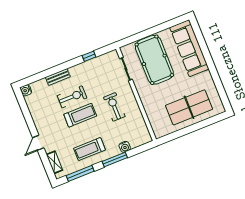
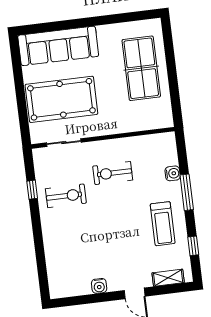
bench: (58, 77) -> (50, 241), removed
water cooler: (26, 90) -> (99, 286), moved
exercise bike: (72, 97) -> (66, 196), moved, turned 90
treadmill: (80, 115) -> (112, 224), removed
window: (80, 173) -> (193, 246), width x0.46

